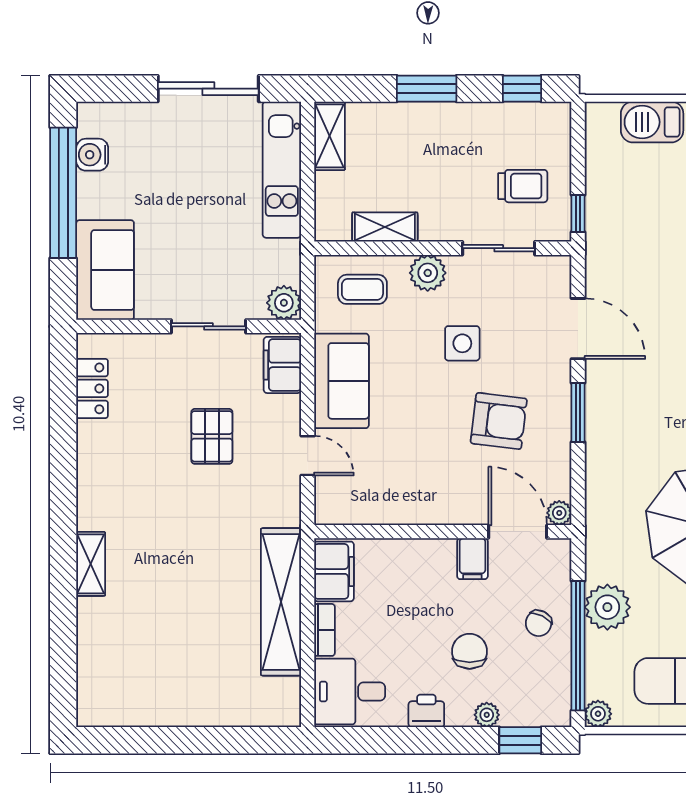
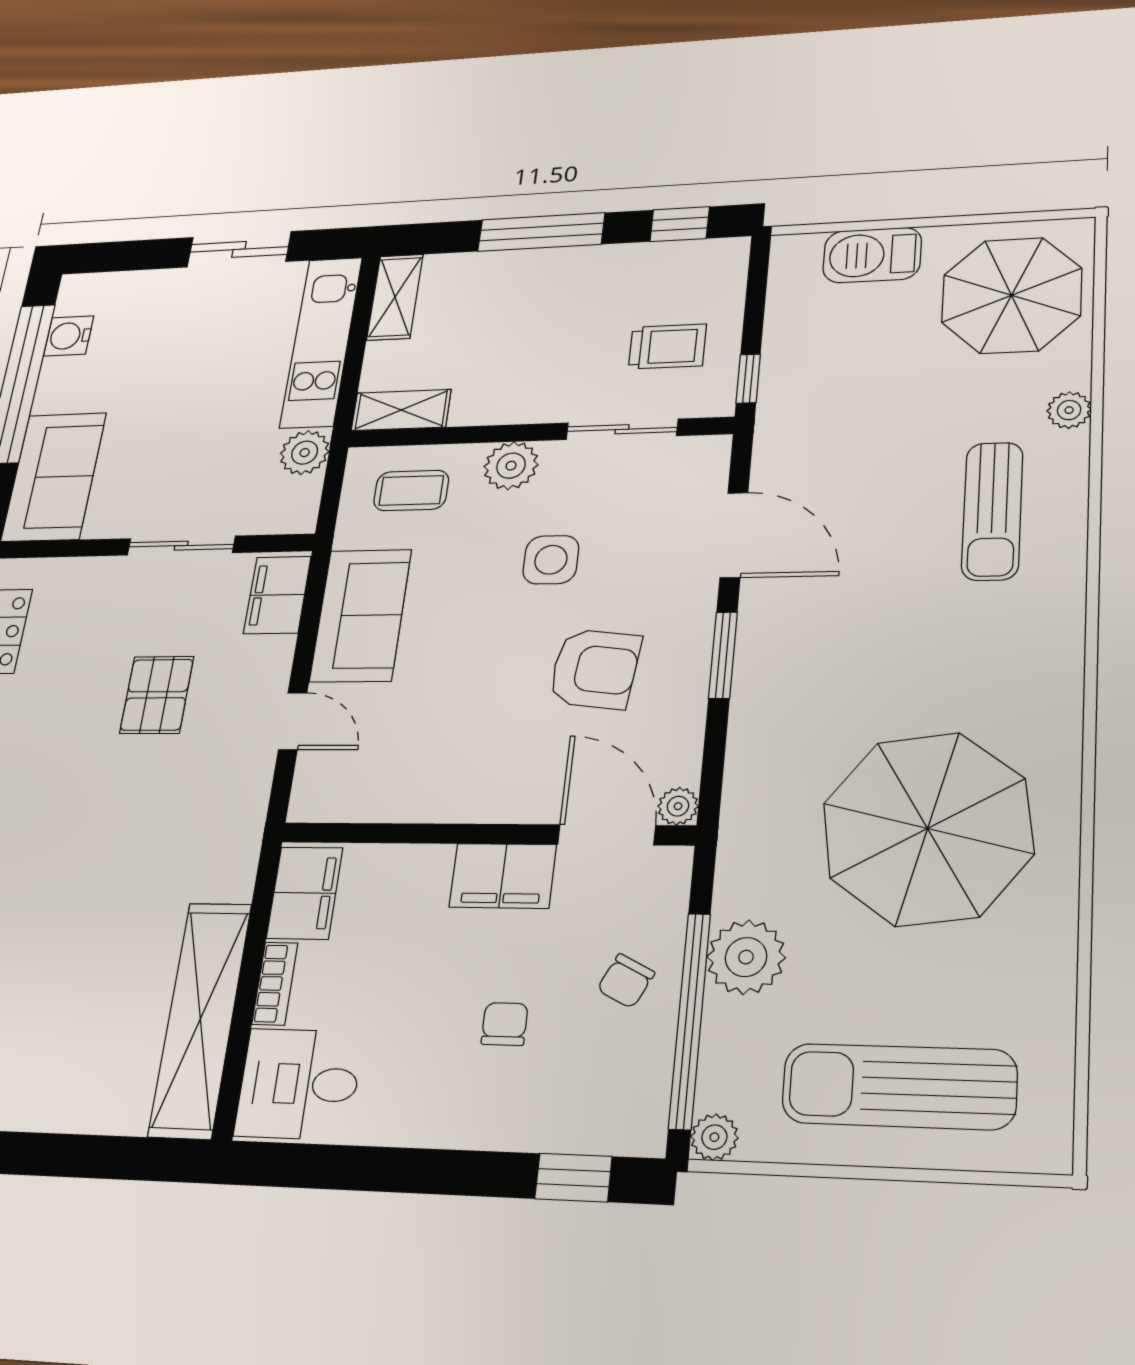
sliding door: (208, 89) -> (239, 249), width x0.73
window: (427, 89) -> (541, 232), width x1.44
shelving: (385, 227) -> (401, 410), moved
plant: (284, 303) -> (305, 453), moved
filing cabinet: (472, 559) -> (503, 876), width x2.00
shelving: (281, 602) -> (200, 1019), moved
chair: (470, 651) -> (505, 1024), width x0.73, depth x0.73
printer: (426, 711) -> (420, 1121), removed
plant: (487, 715) -> (521, 1131), removed

